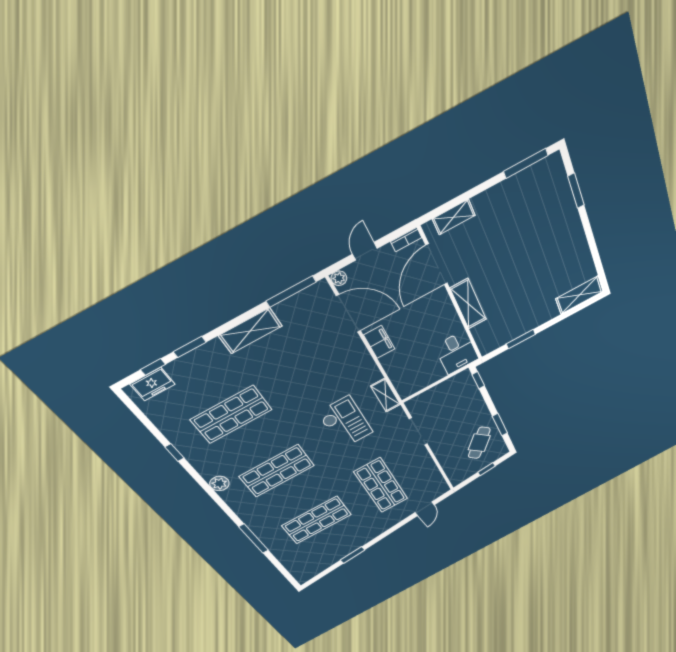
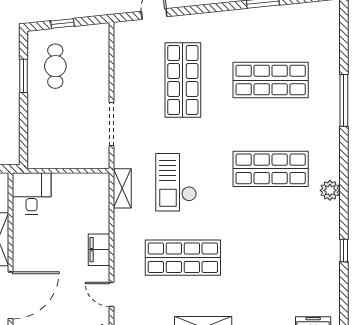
door: (349, 313) -> (112, 294), width x0.53
window: (478, 380) -> (24, 147), removed
shop shelf: (231, 415) -> (183, 258), moved
cafe table: (479, 443) -> (55, 66), turned -42

